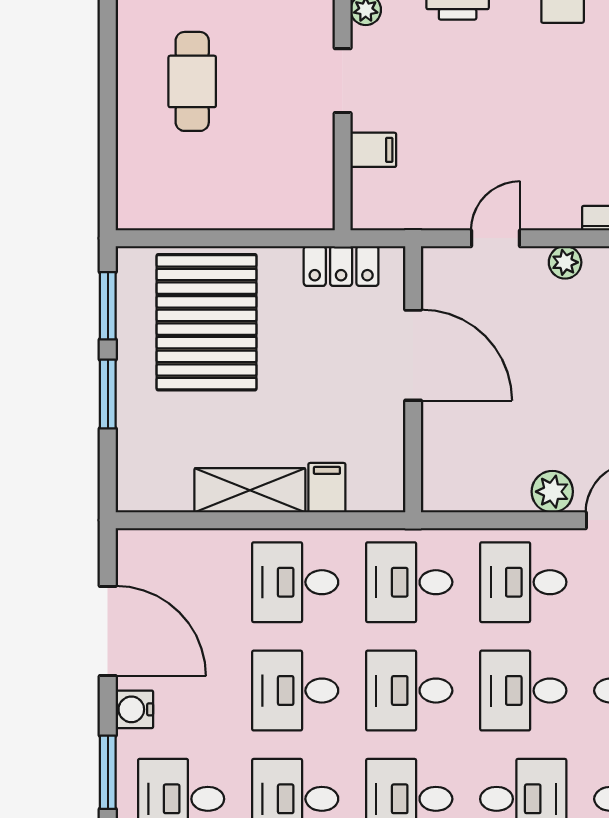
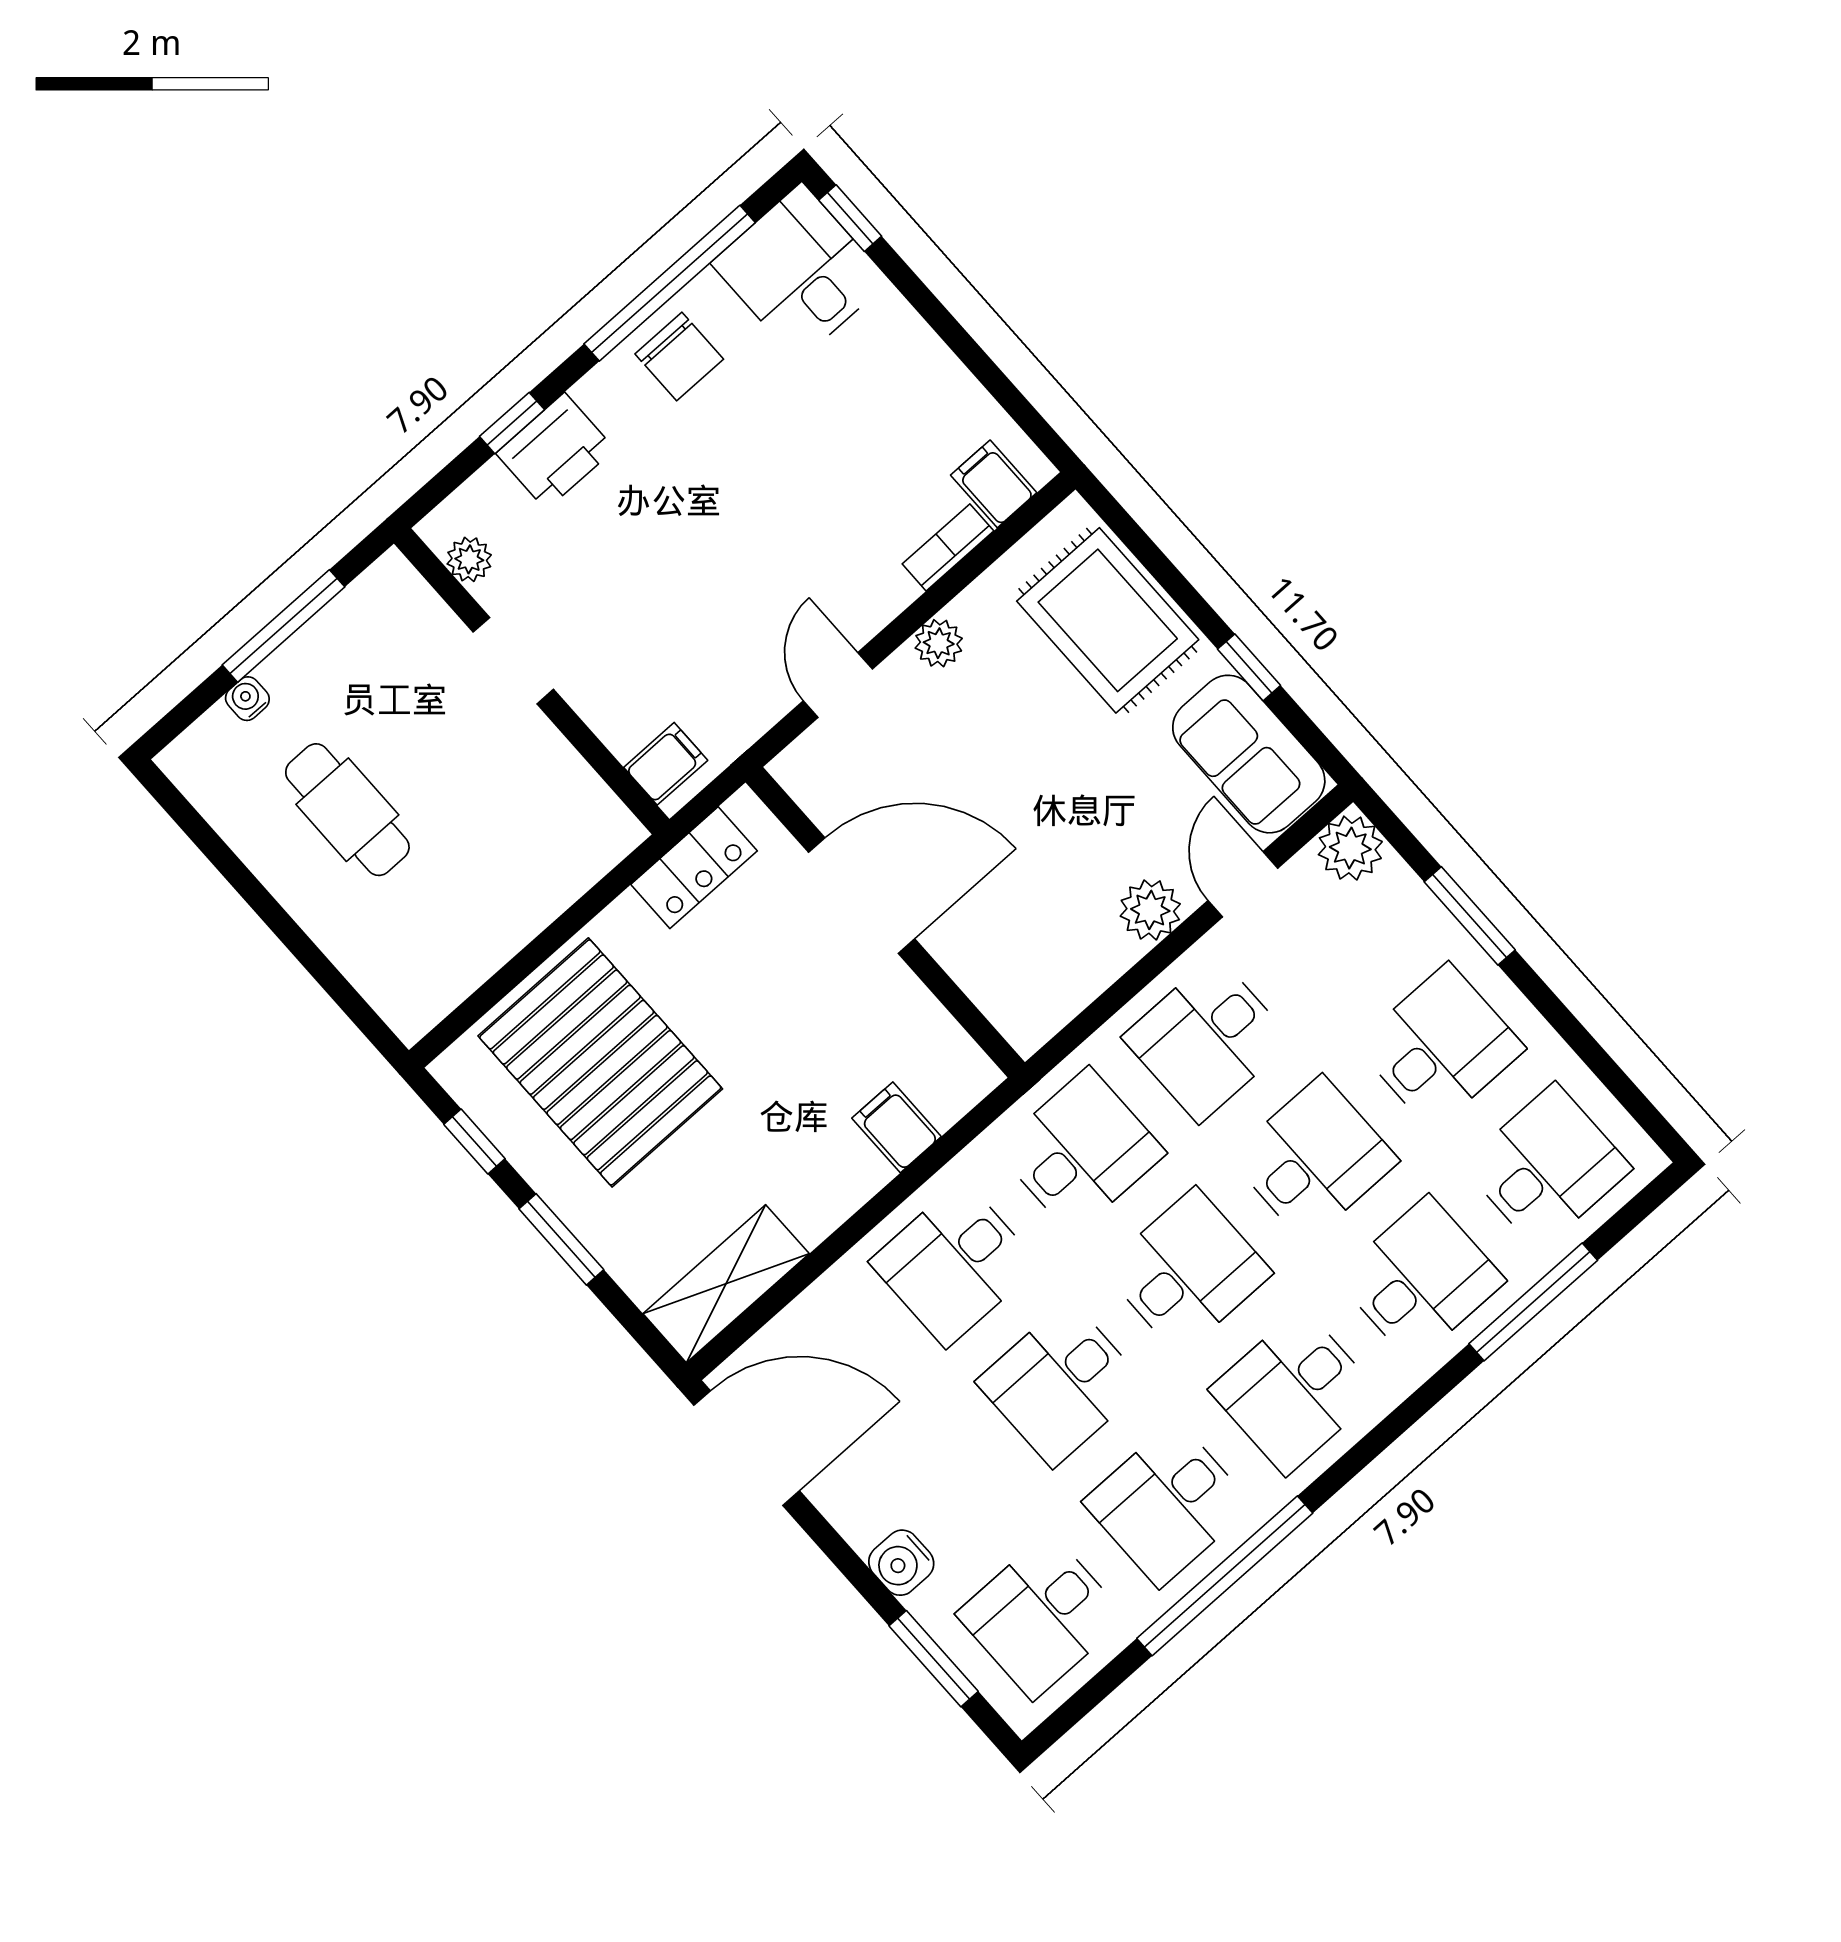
filing cabinet: (373, 150) -> (666, 764), moved
window: (108, 306) -> (474, 1142), width x0.67
shelving: (250, 490) -> (726, 1284), moved
desk: (409, 582) -> (1081, 1151), turned 180
door: (108, 631) -> (747, 1448), moved
desk: (409, 691) -> (1187, 1271), turned 180
desk: (523, 691) -> (1314, 1159), turned 180

